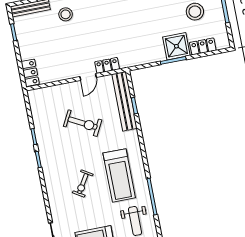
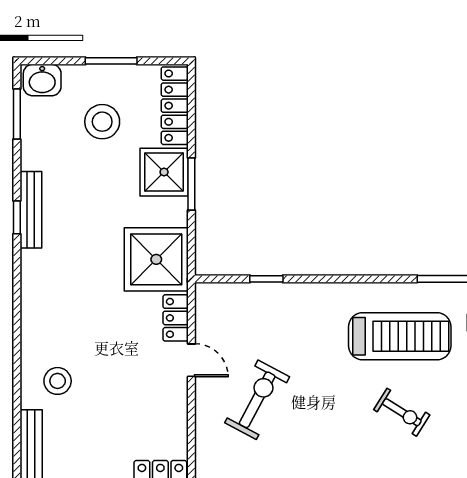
locker: (203, 46) -> (175, 106), width x1.53
shower: (133, 51) -> (156, 259), added
bench: (125, 101) -> (254, 297), removed
exercise bike: (83, 123) -> (257, 400), moved

